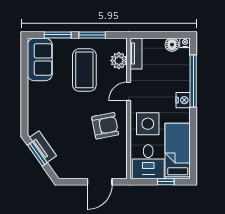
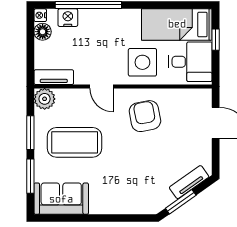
plant: (119, 61) -> (45, 99), moved
nightstand: (183, 100) -> (68, 18), moved
tv unit: (43, 147) -> (189, 182), moved

